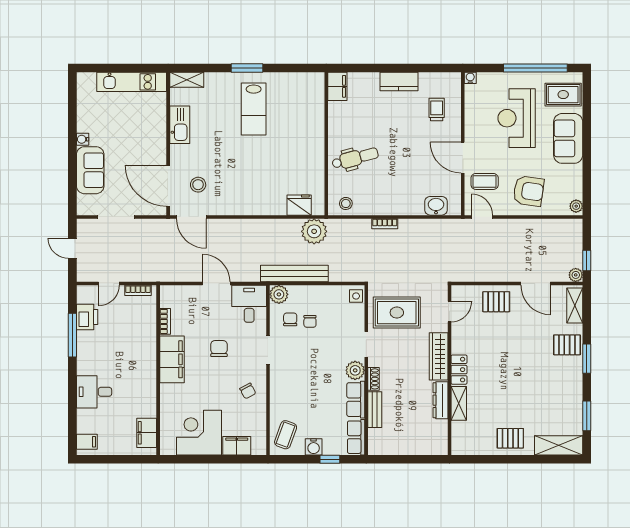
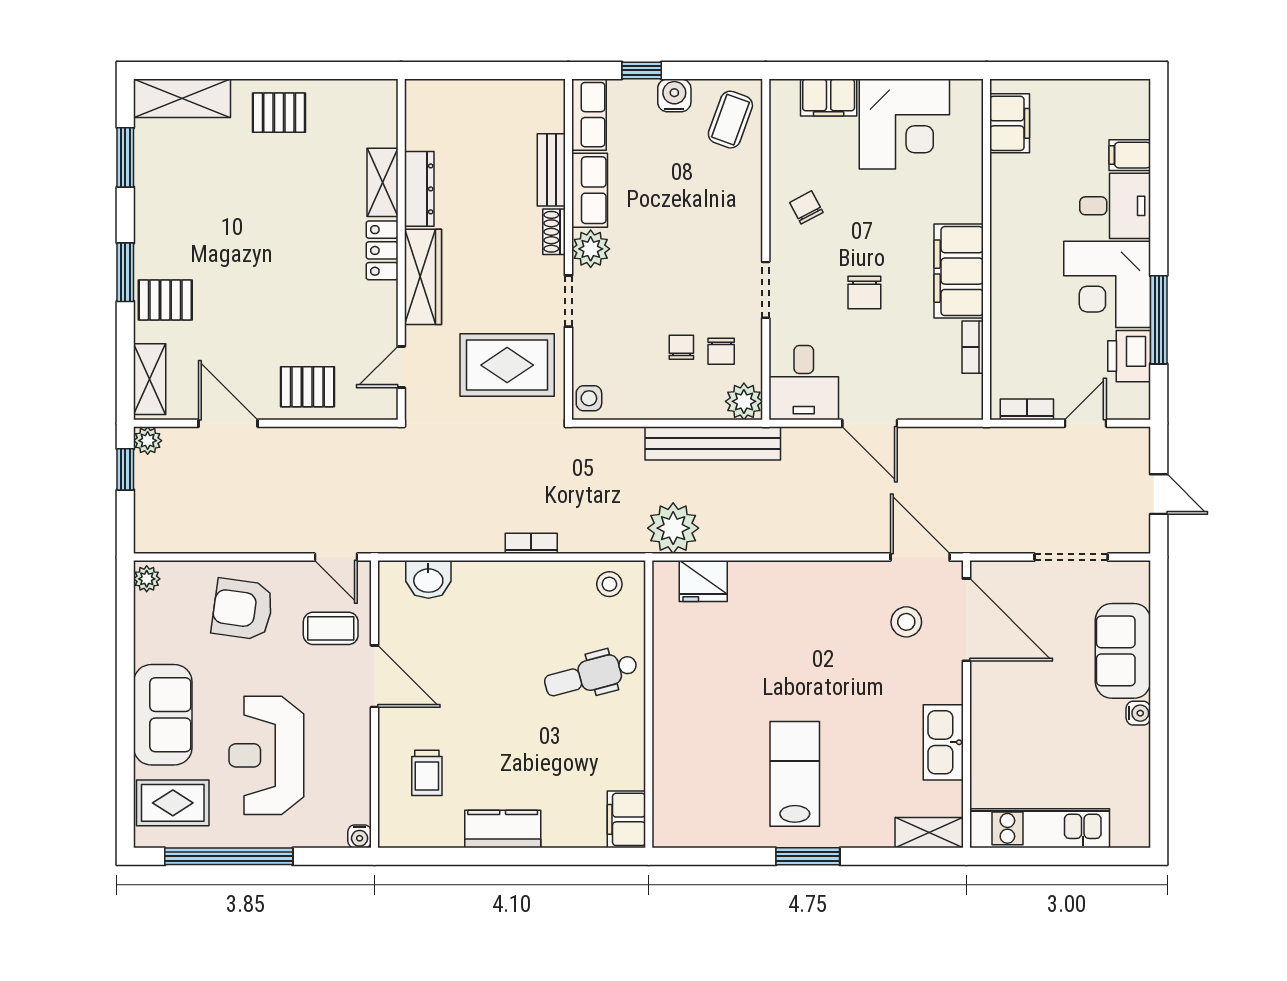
reception desk: (517, 118) -> (266, 755), turned 180
corner desk: (98, 353) -> (1107, 284), added
filing cabinet: (87, 442) -> (1130, 155), moved

